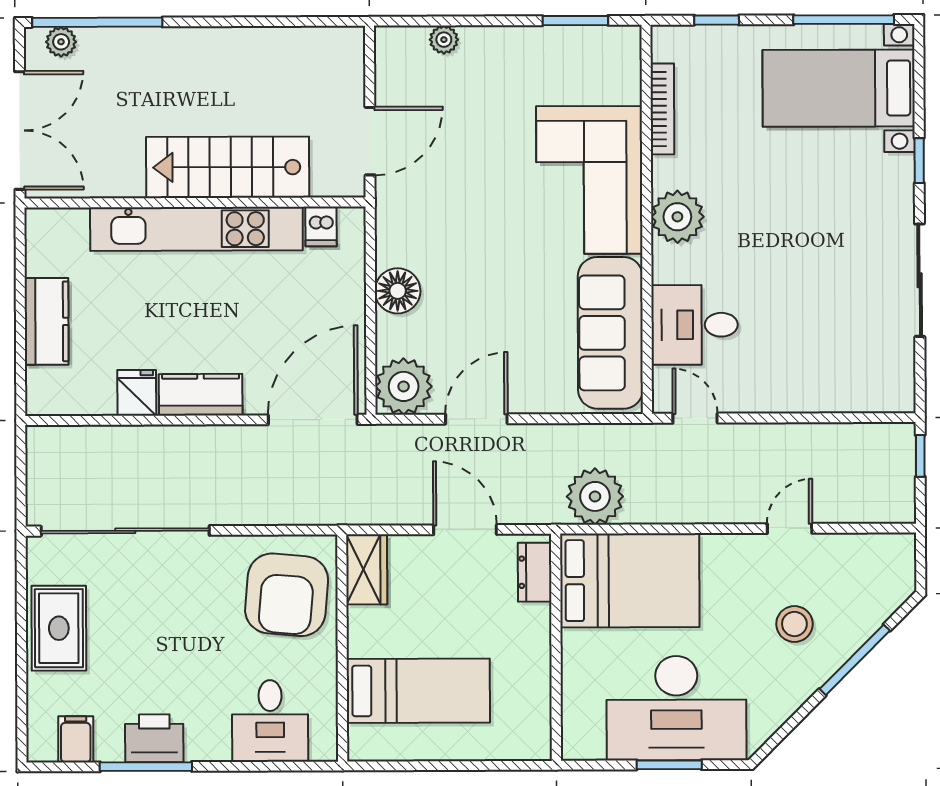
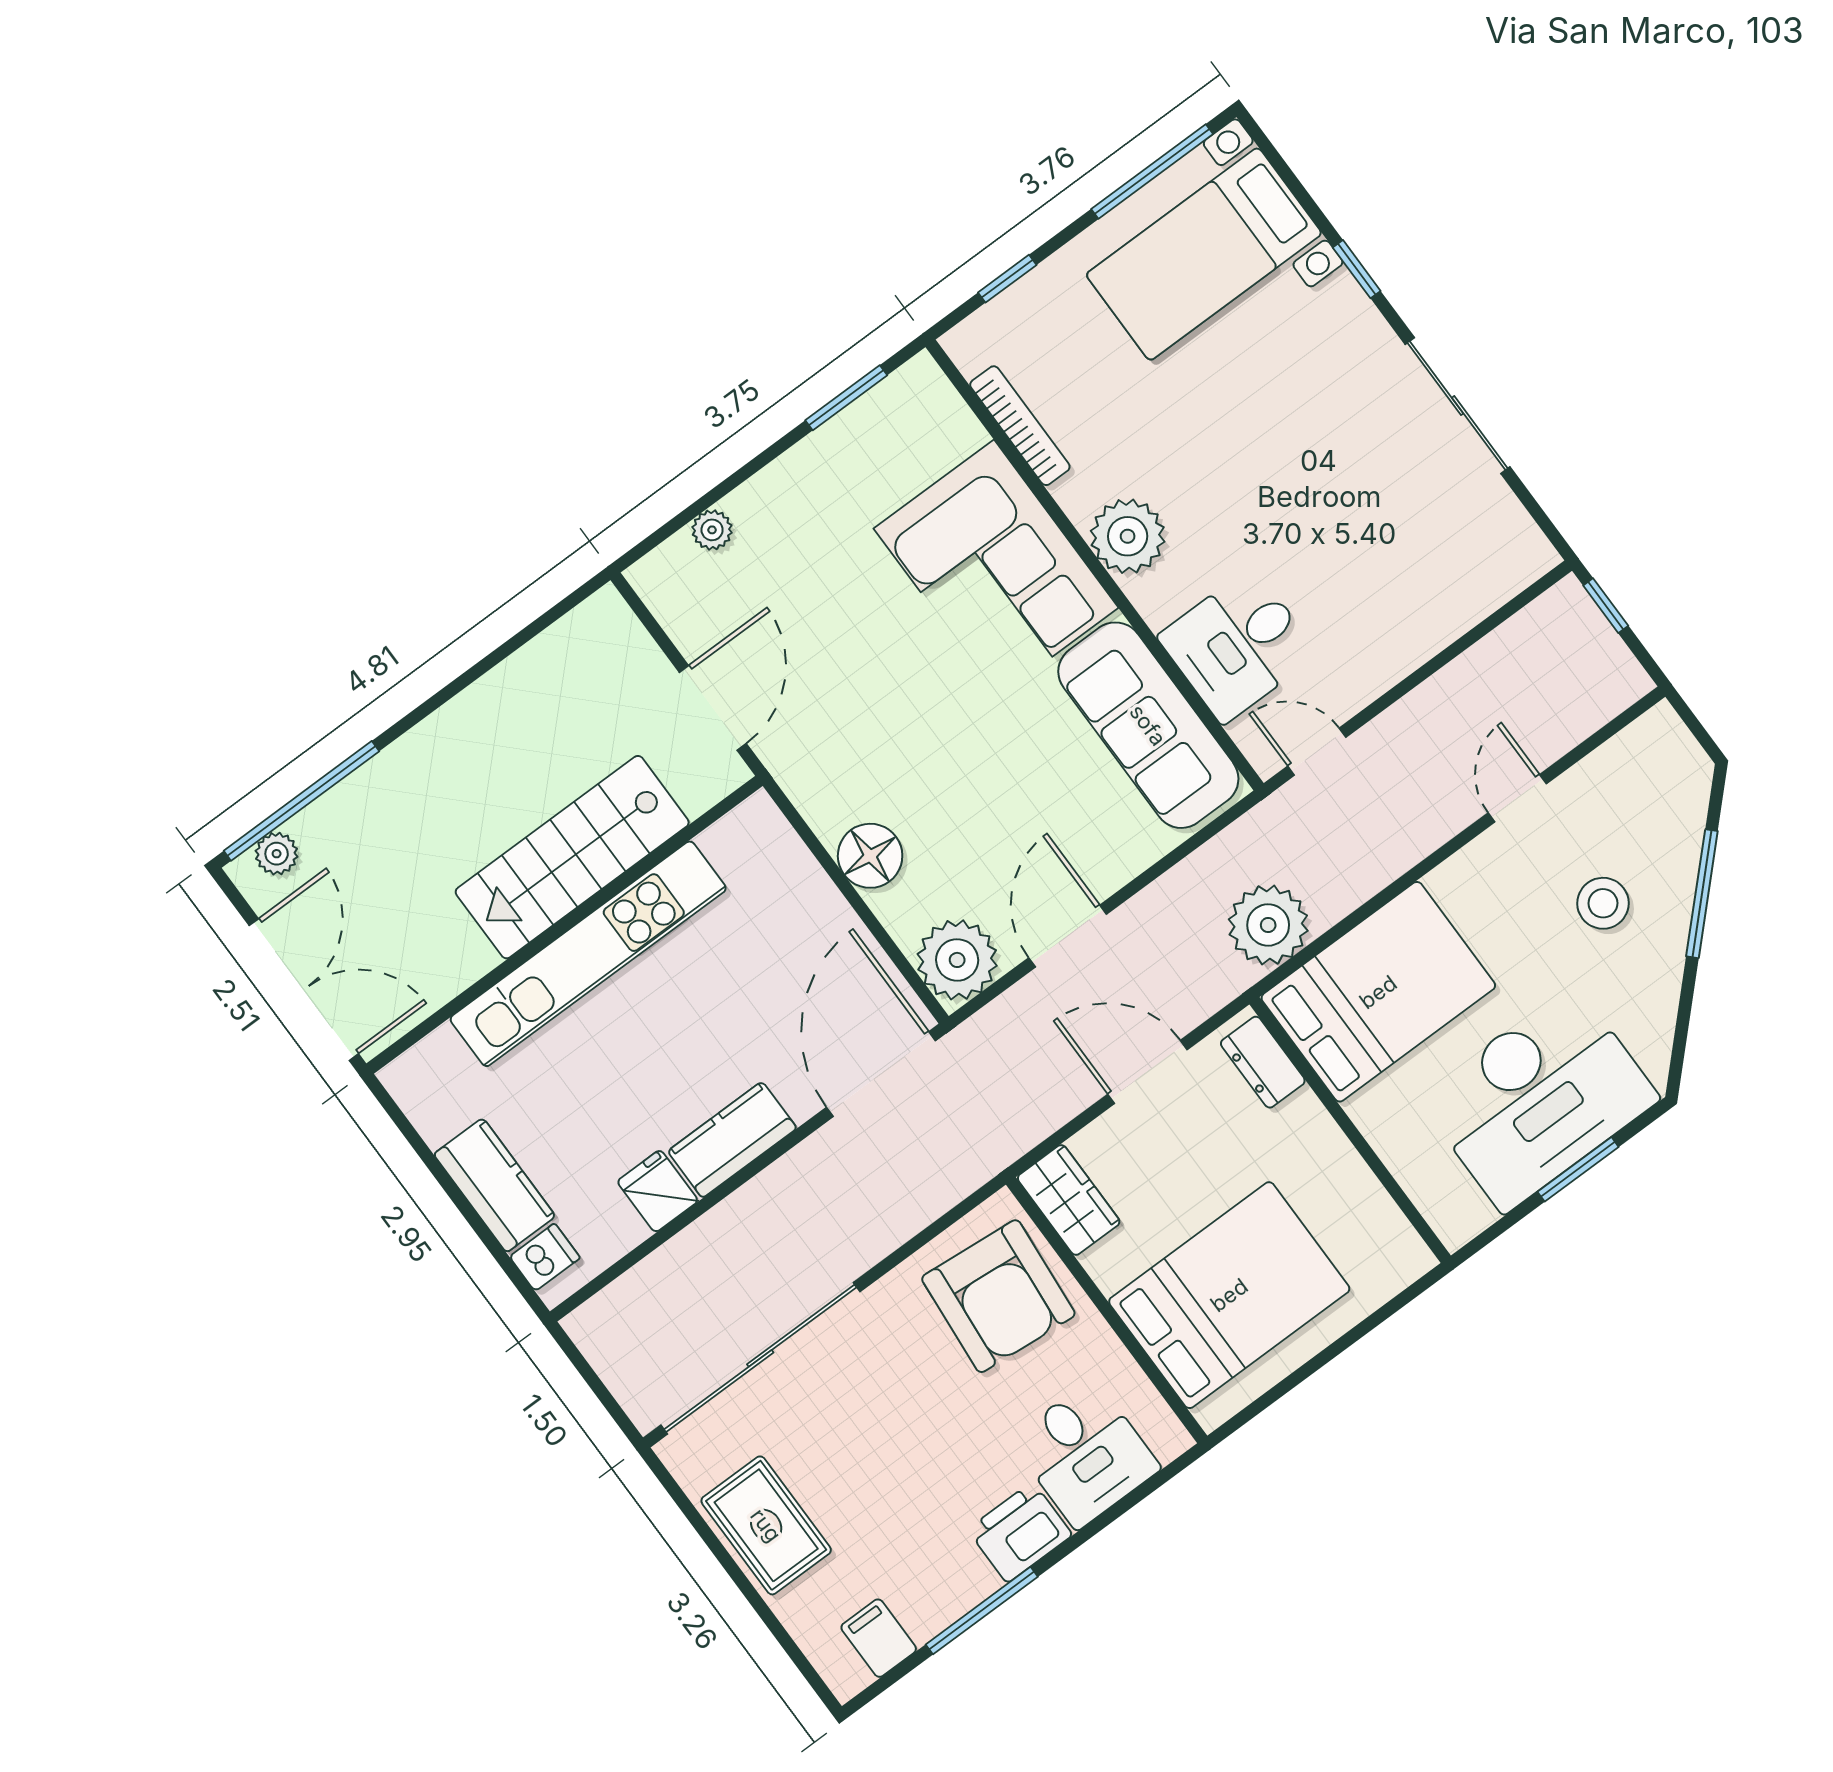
dishwasher: (321, 226) -> (545, 1257), moved, turned -90
bed: (418, 691) -> (1229, 1295), width x1.50
printer: (154, 738) -> (1020, 1532), moved

